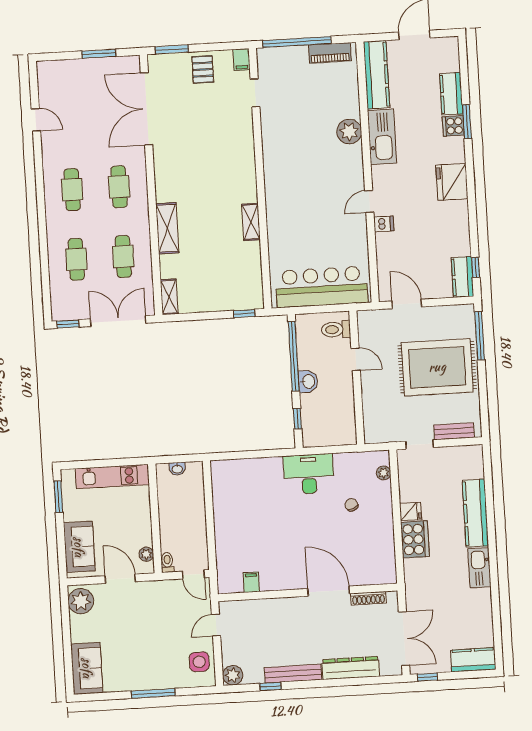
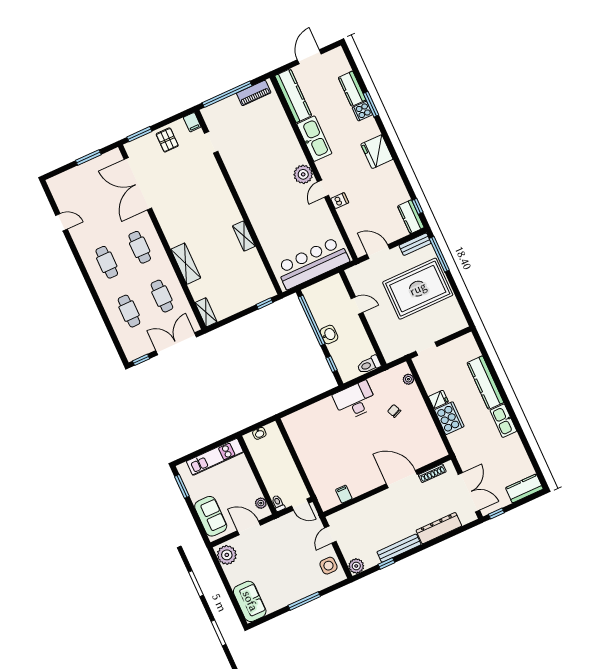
plant: (349, 132) -> (303, 174), moved
toilet: (336, 329) -> (369, 365), moved
bench: (454, 431) -> (415, 244), moved

